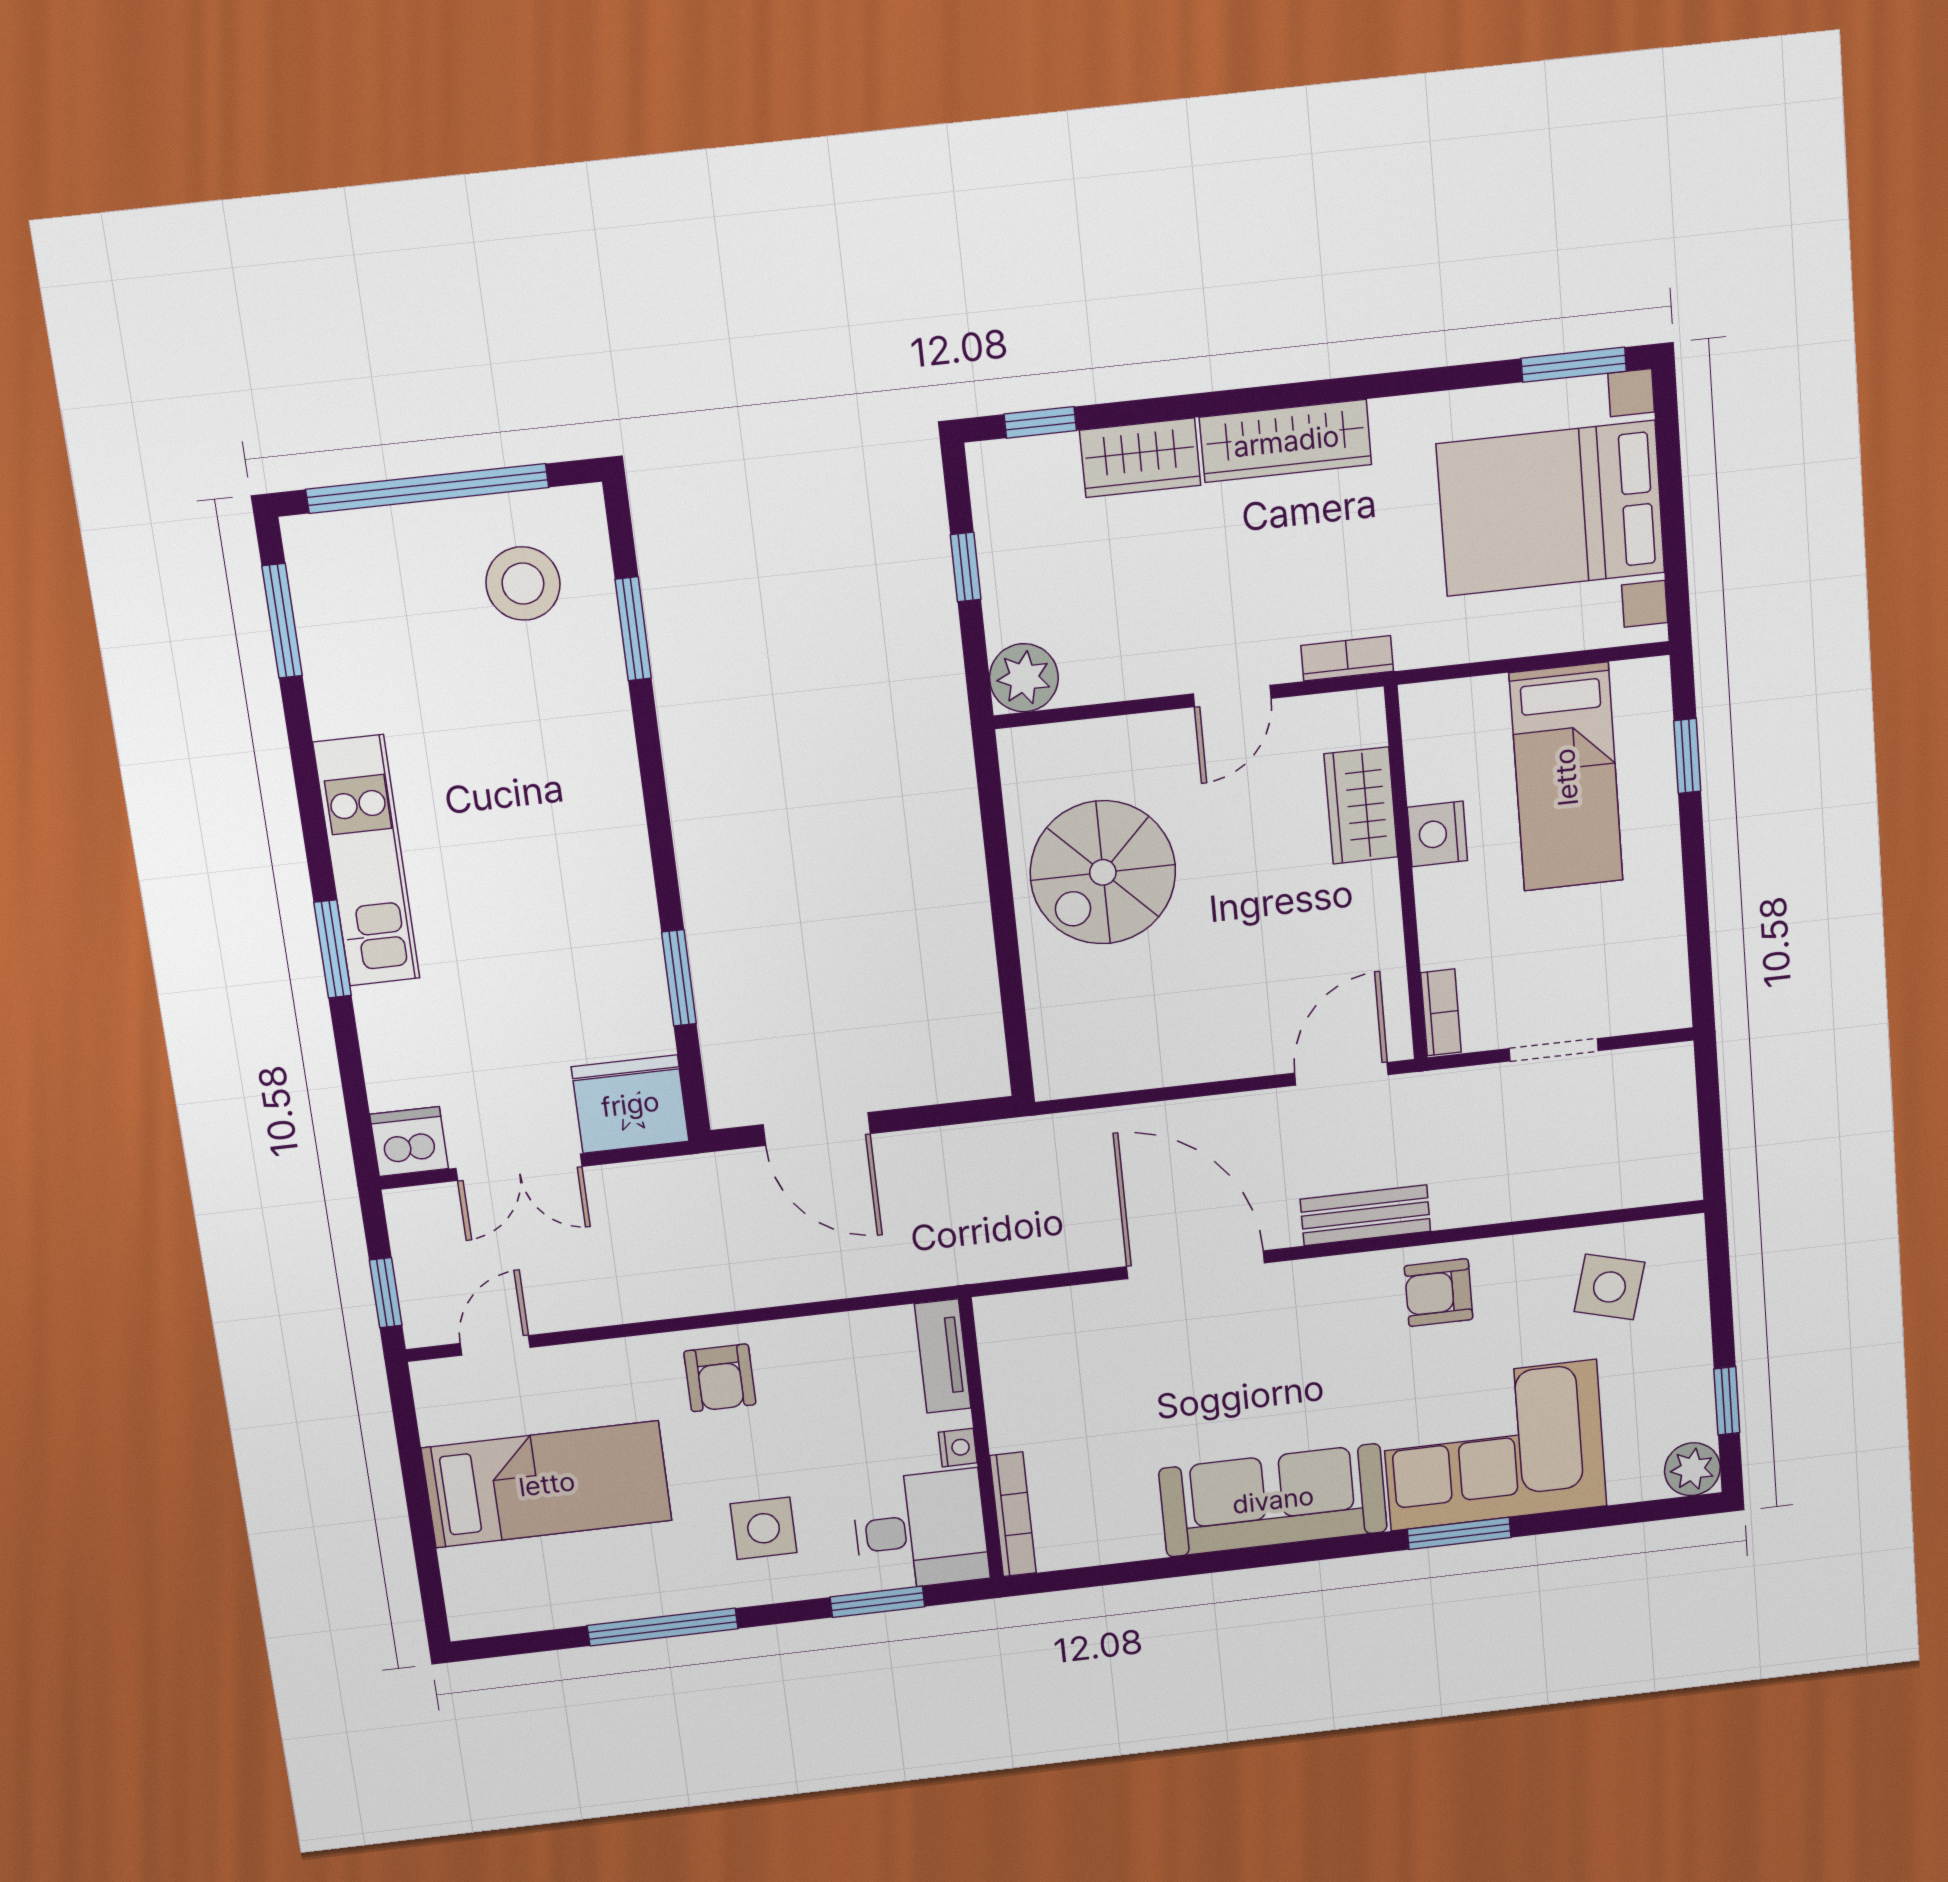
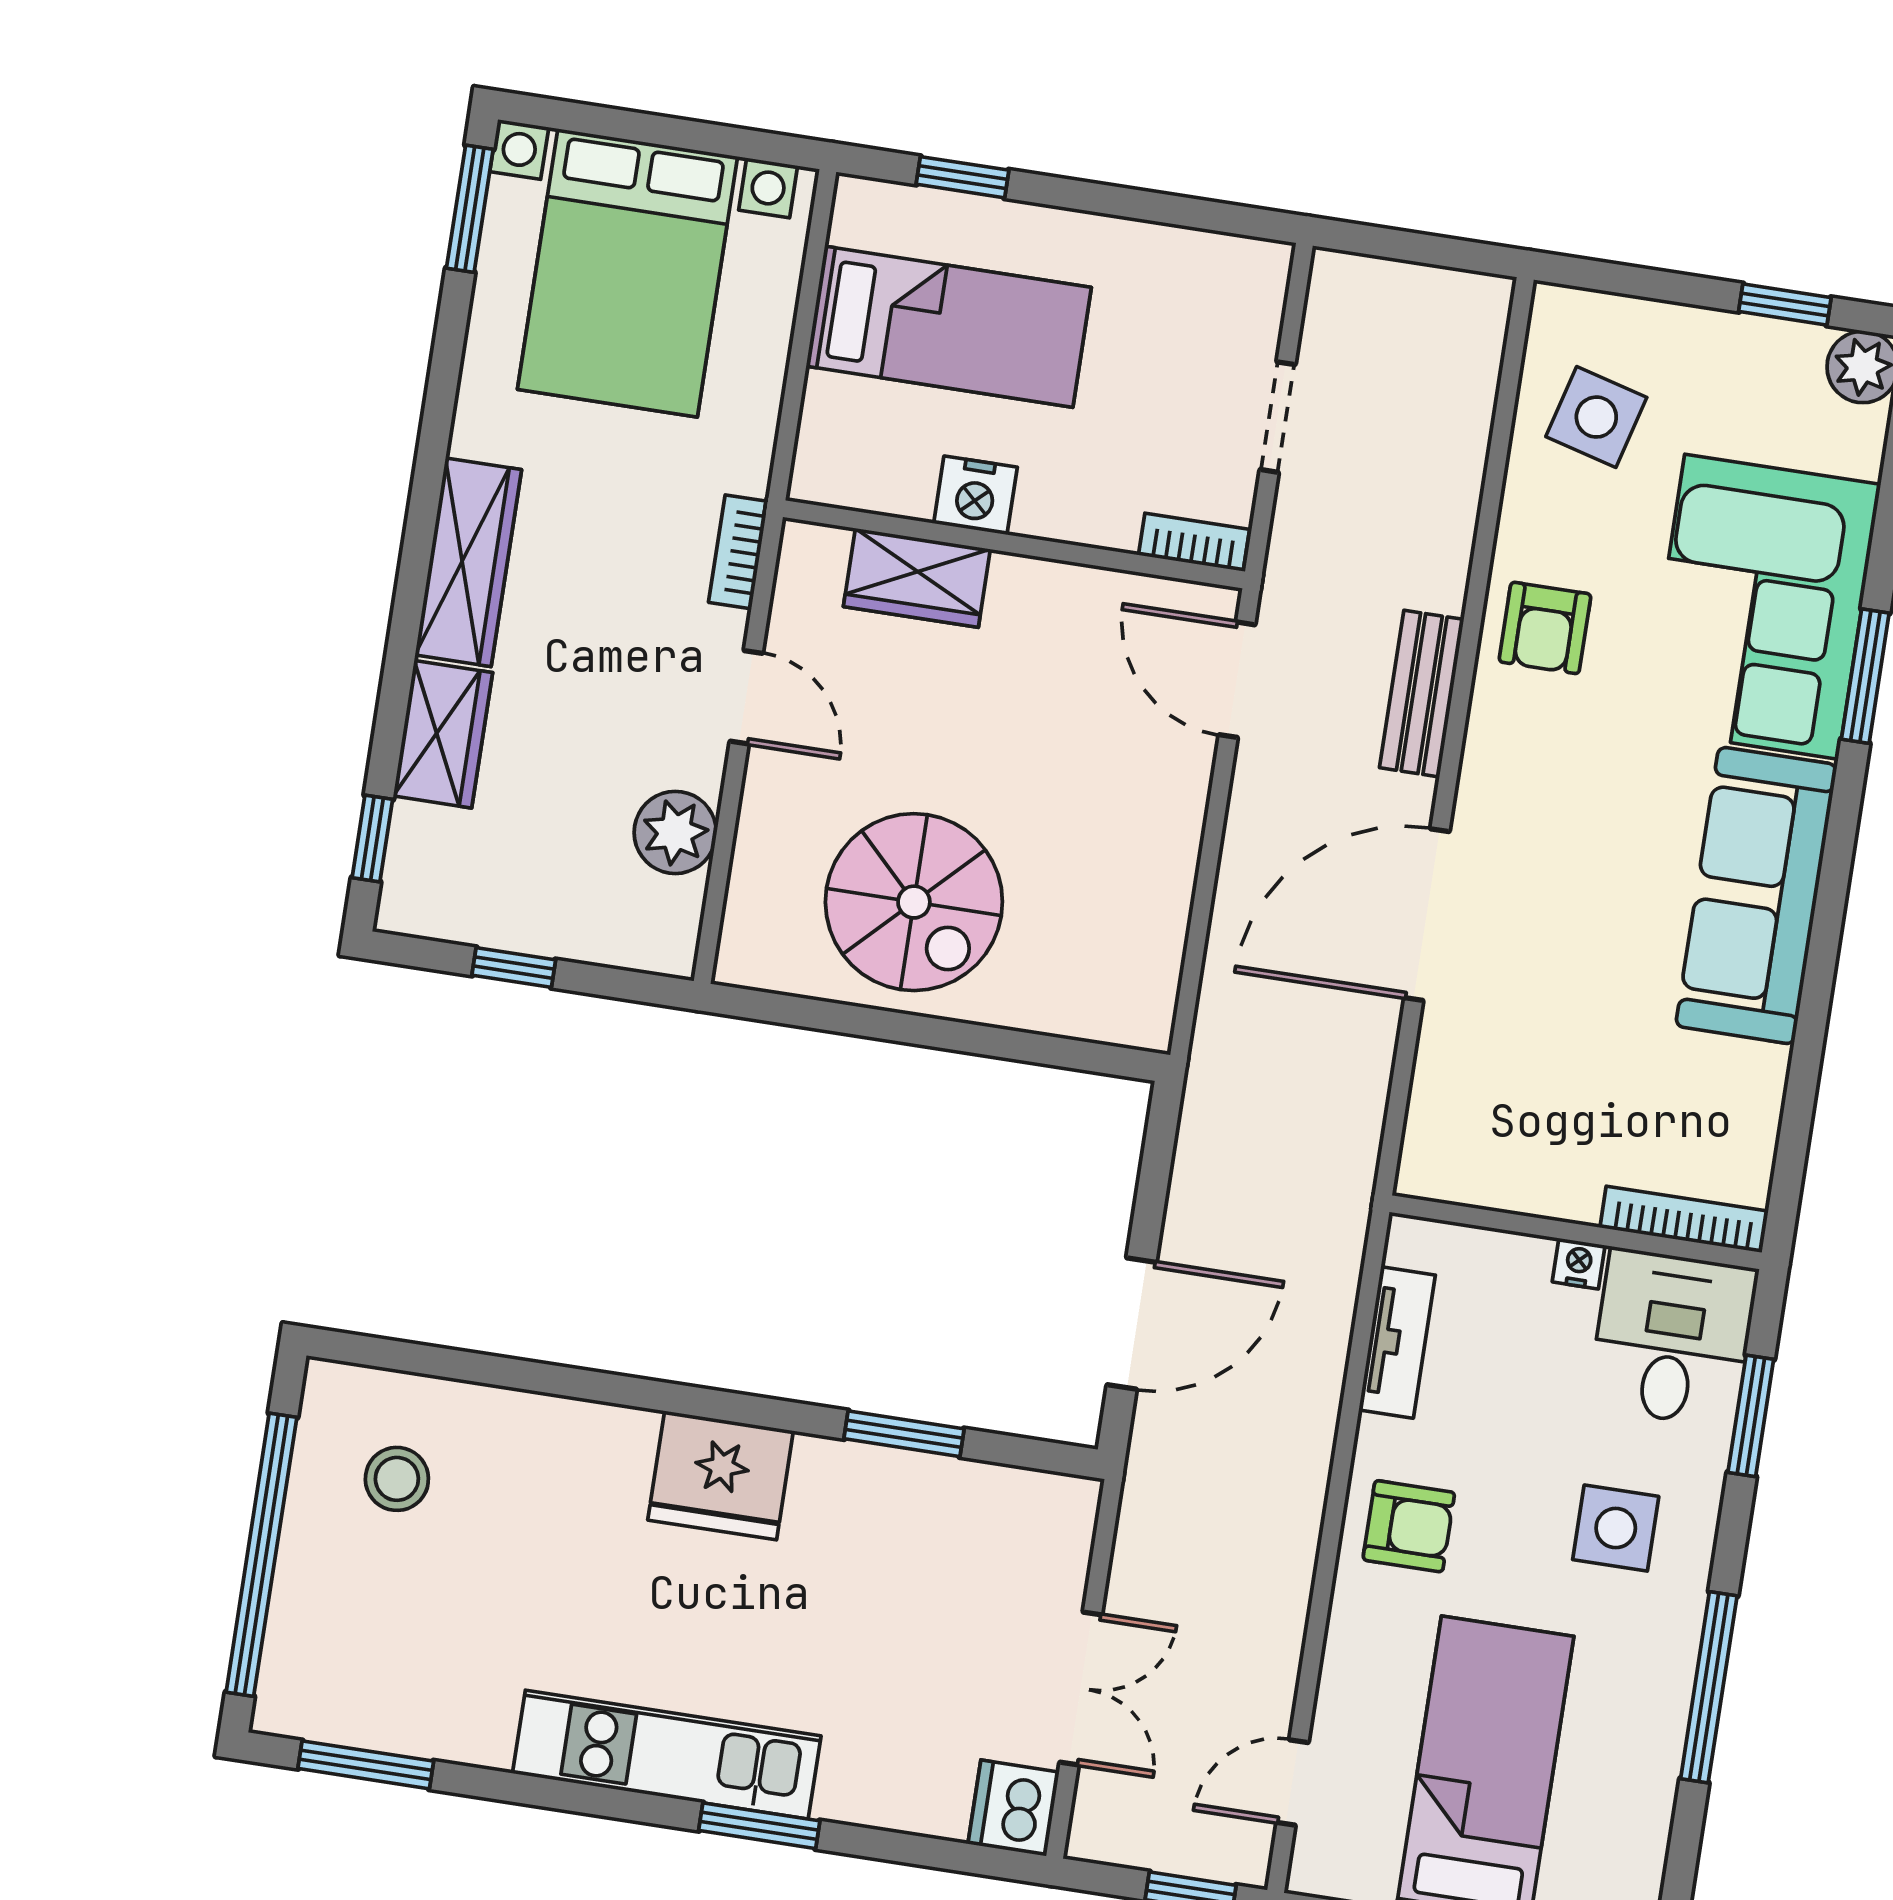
stool: (523, 584) -> (397, 1479), width x0.73, depth x0.73
window: (633, 629) -> (482, 1368), removed
plant: (1024, 678) -> (675, 832), moved
fridge: (630, 1104) -> (721, 1475), moved, turned -90
door: (495, 1345) -> (1292, 1783), hinge flipped
tv unit: (943, 1356) -> (1397, 1342), moved, turned -90

